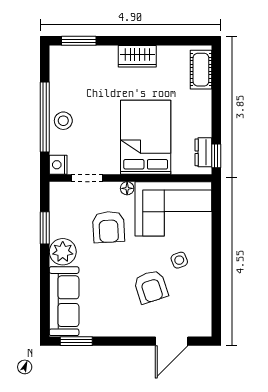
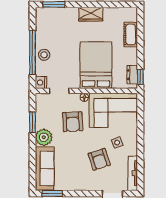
cot: (201, 70) -> (131, 35), moved
tv unit: (204, 309) -> (133, 173), added

